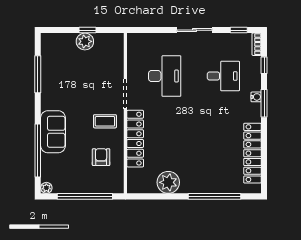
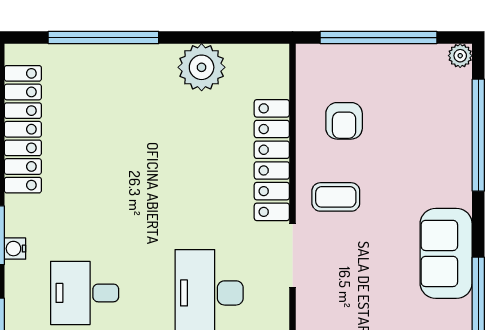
sofa: (53, 132) -> (446, 253), moved

